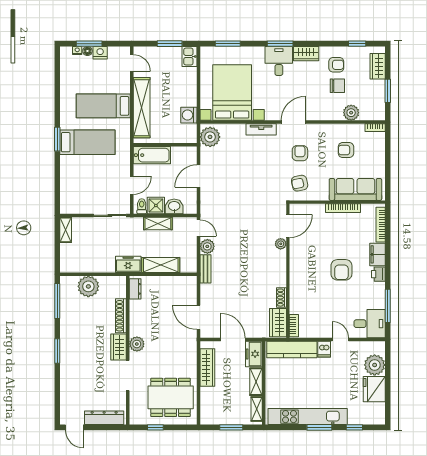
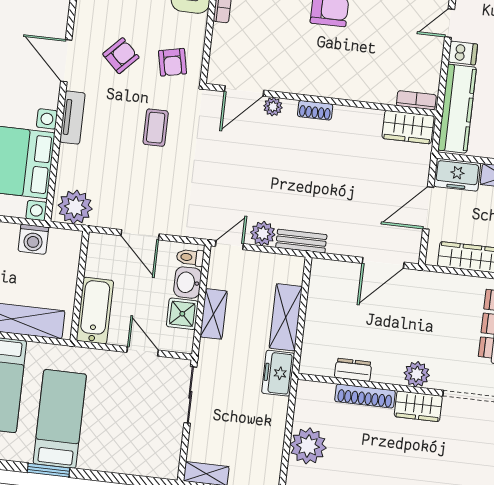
armchair: (300, 153) -> (121, 56), turned 134
coffee table: (261, 178) -> (156, 128), added
toilet: (142, 206) -> (190, 257), moved
door: (288, 226) -> (244, 91), swing flipped
dresser: (135, 289) -> (353, 370), moved
shoe rack: (281, 298) -> (315, 110), moved

